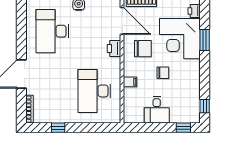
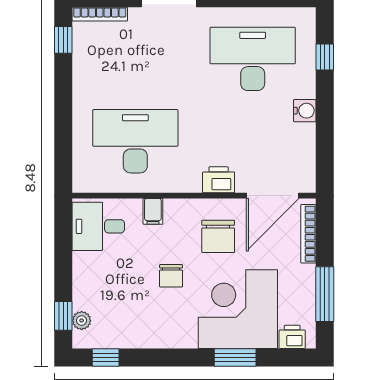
desk: (157, 110) -> (98, 226), moved
plant: (186, 118) -> (82, 320), added
window: (58, 128) -> (63, 40), moved

